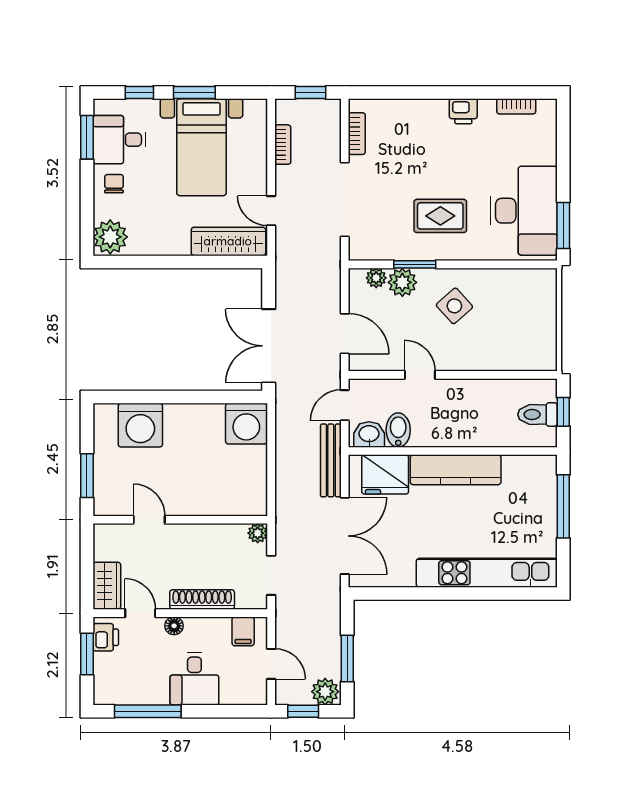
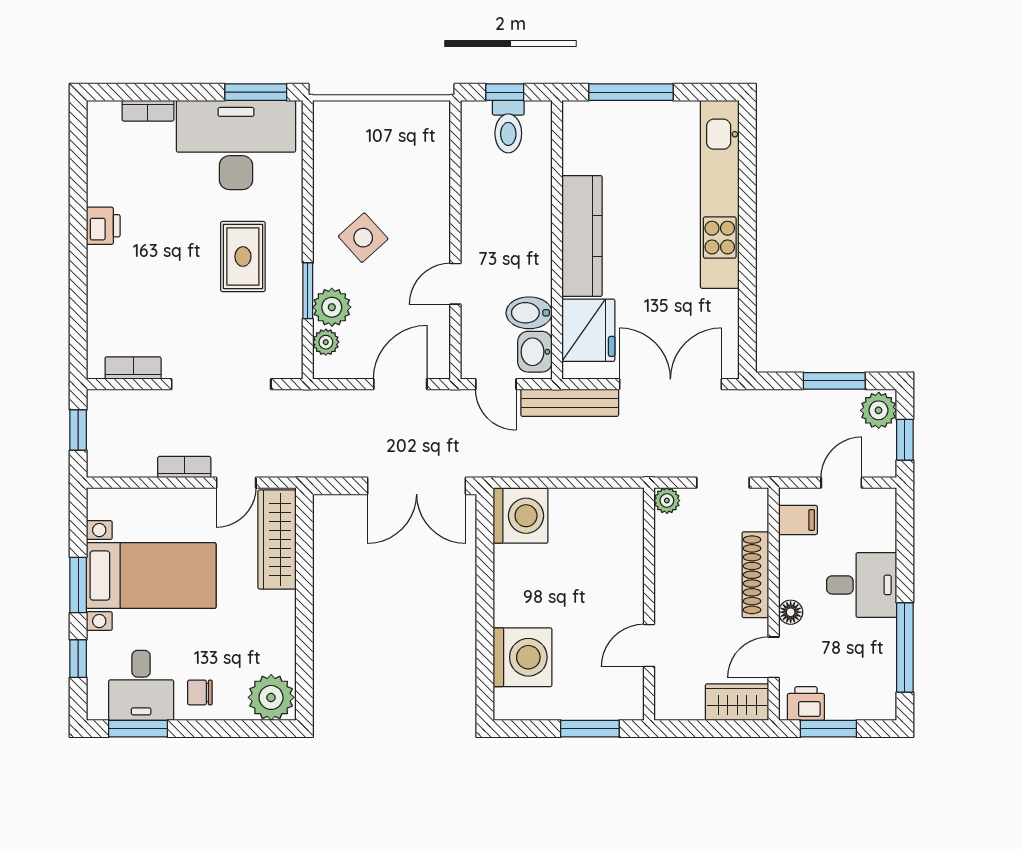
bookcase: (516, 106) -> (148, 111), moved, turned 90
bookcase: (283, 145) -> (184, 467), moved

